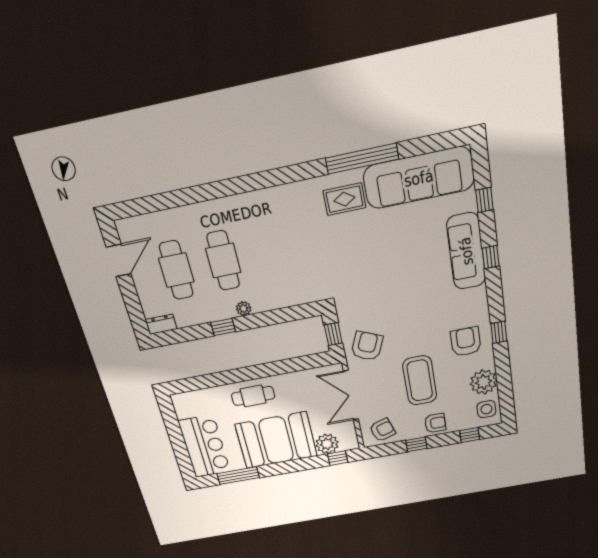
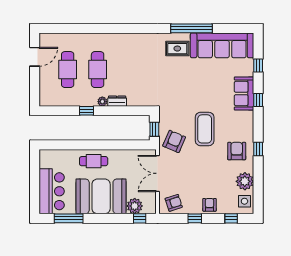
sofa: (466, 251) -> (244, 93), width x0.73
dresser: (161, 324) -> (117, 101), moved
coffee table: (420, 380) -> (205, 129), moved
armchair: (435, 423) -> (209, 205), turned -90

